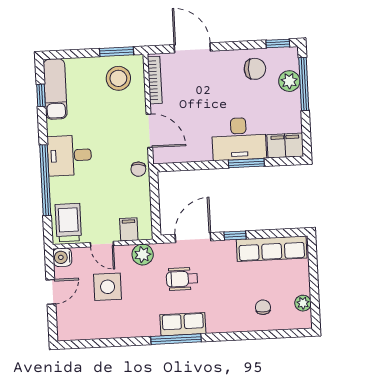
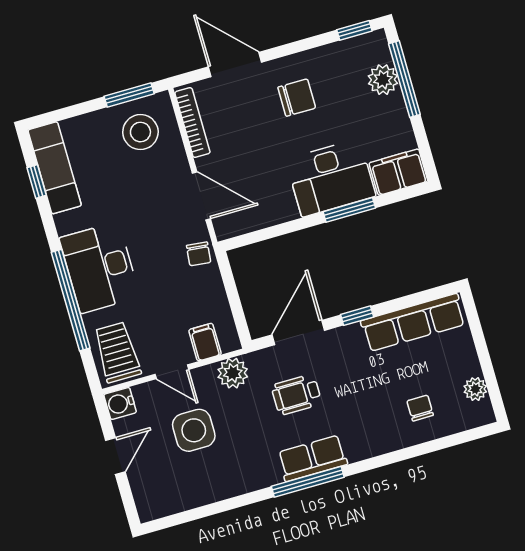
chair: (255, 69) -> (297, 98), moved
desk: (69, 155) -> (100, 267), width x1.37

